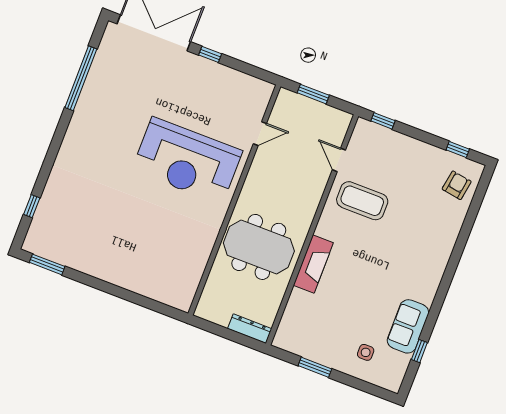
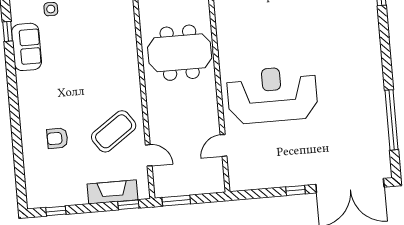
window: (313, 94) -> (176, 201), moved
armchair: (457, 185) -> (57, 138), moved, turned 81
coffee table: (362, 201) -> (114, 131), turned -35
fireplace: (313, 264) -> (112, 192), moved, turned 90

